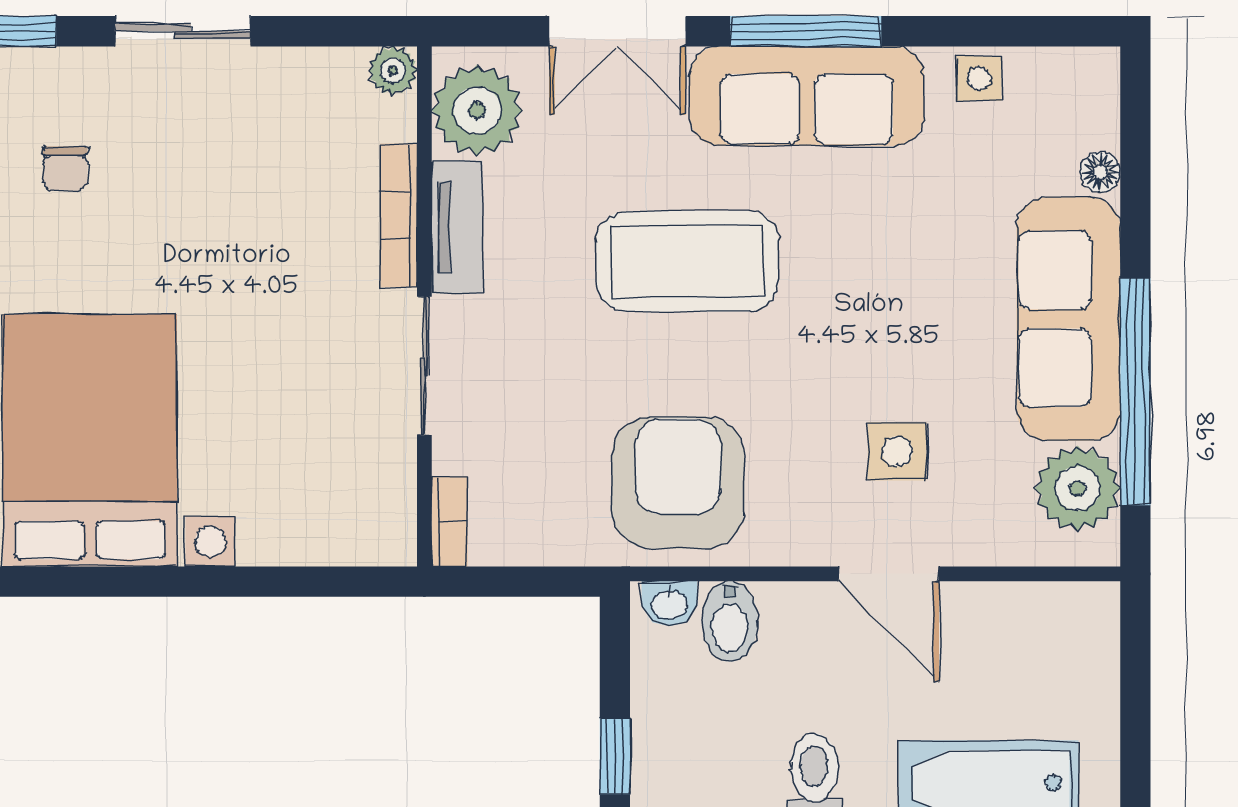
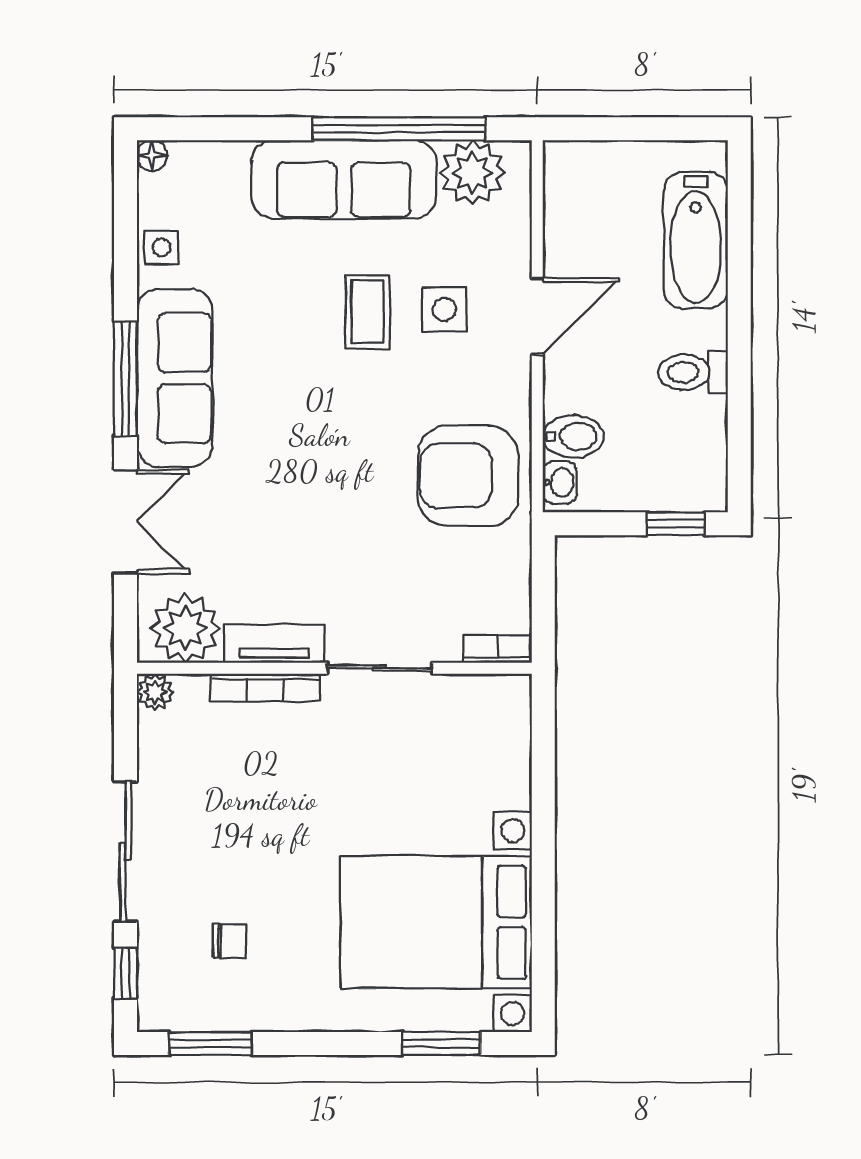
sliding door: (183, 31) -> (125, 852), width x1.37
floor lamp: (1100, 172) -> (152, 155), moved
coffee table: (687, 261) -> (368, 312), moved, width x0.54, depth x0.58

